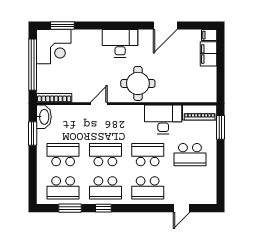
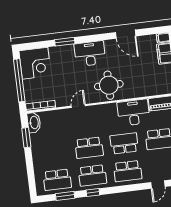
window: (62, 26) -> (65, 42), moved
door: (165, 26) -> (126, 34), hinge flipped
school desk: (63, 155) -> (54, 152), removed
school desk: (105, 155) -> (89, 148), turned 180

